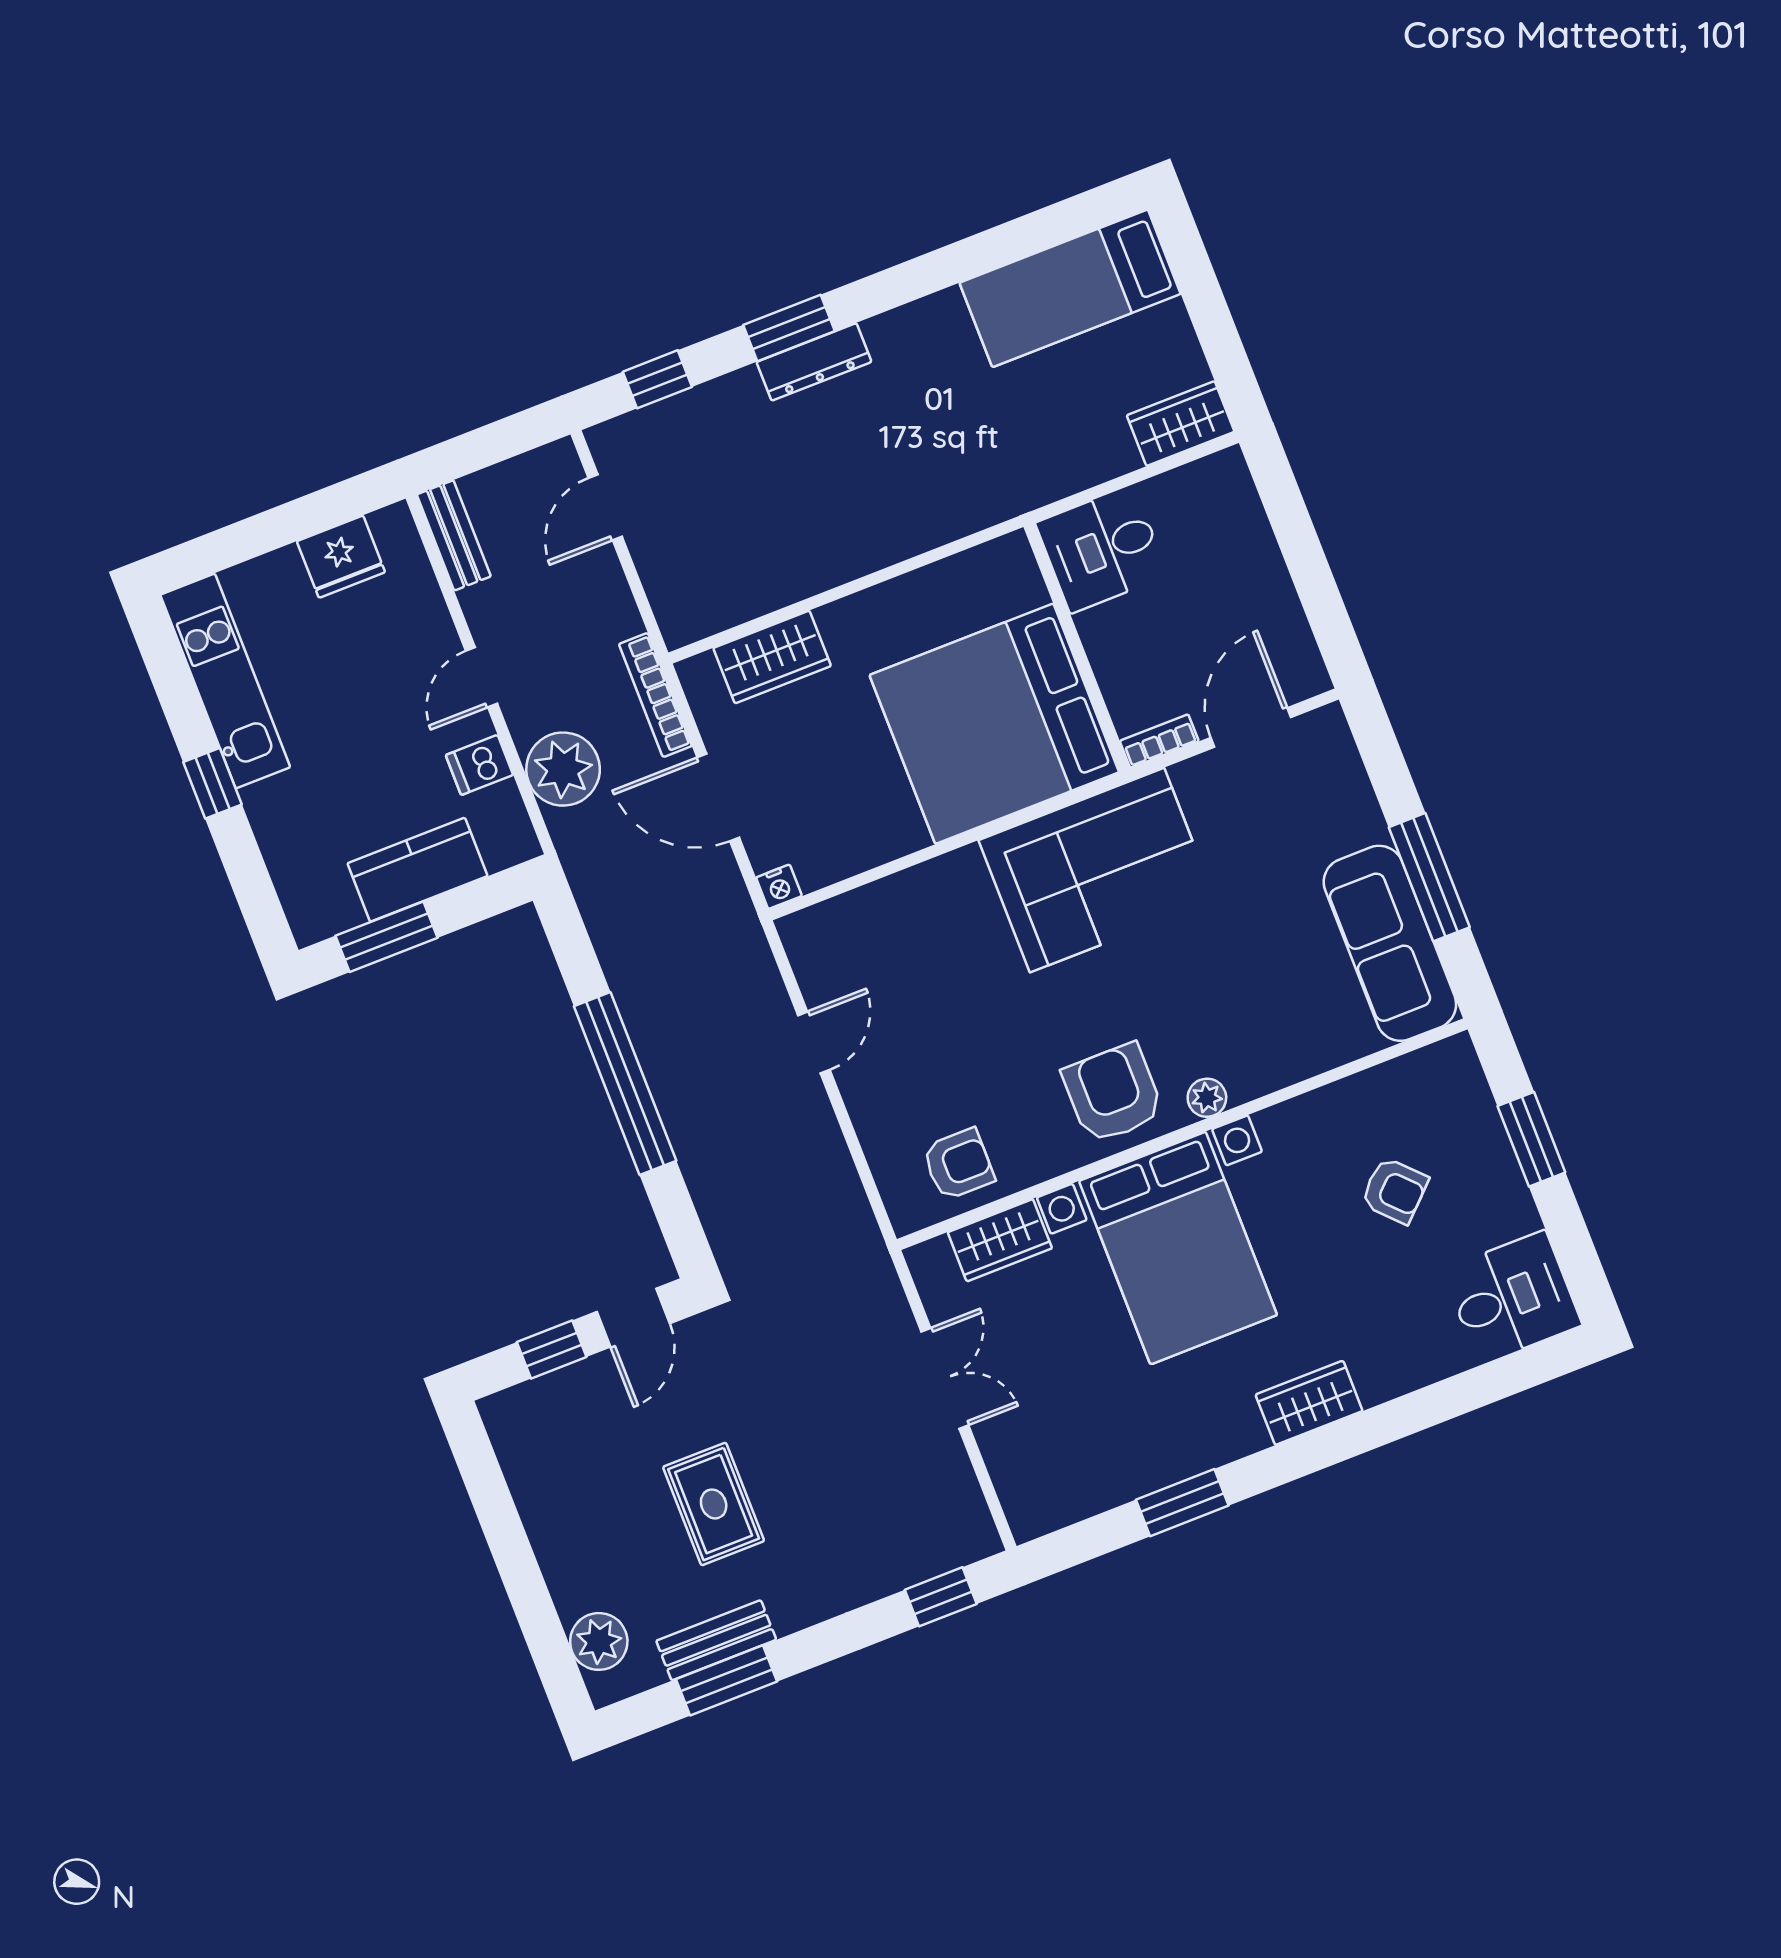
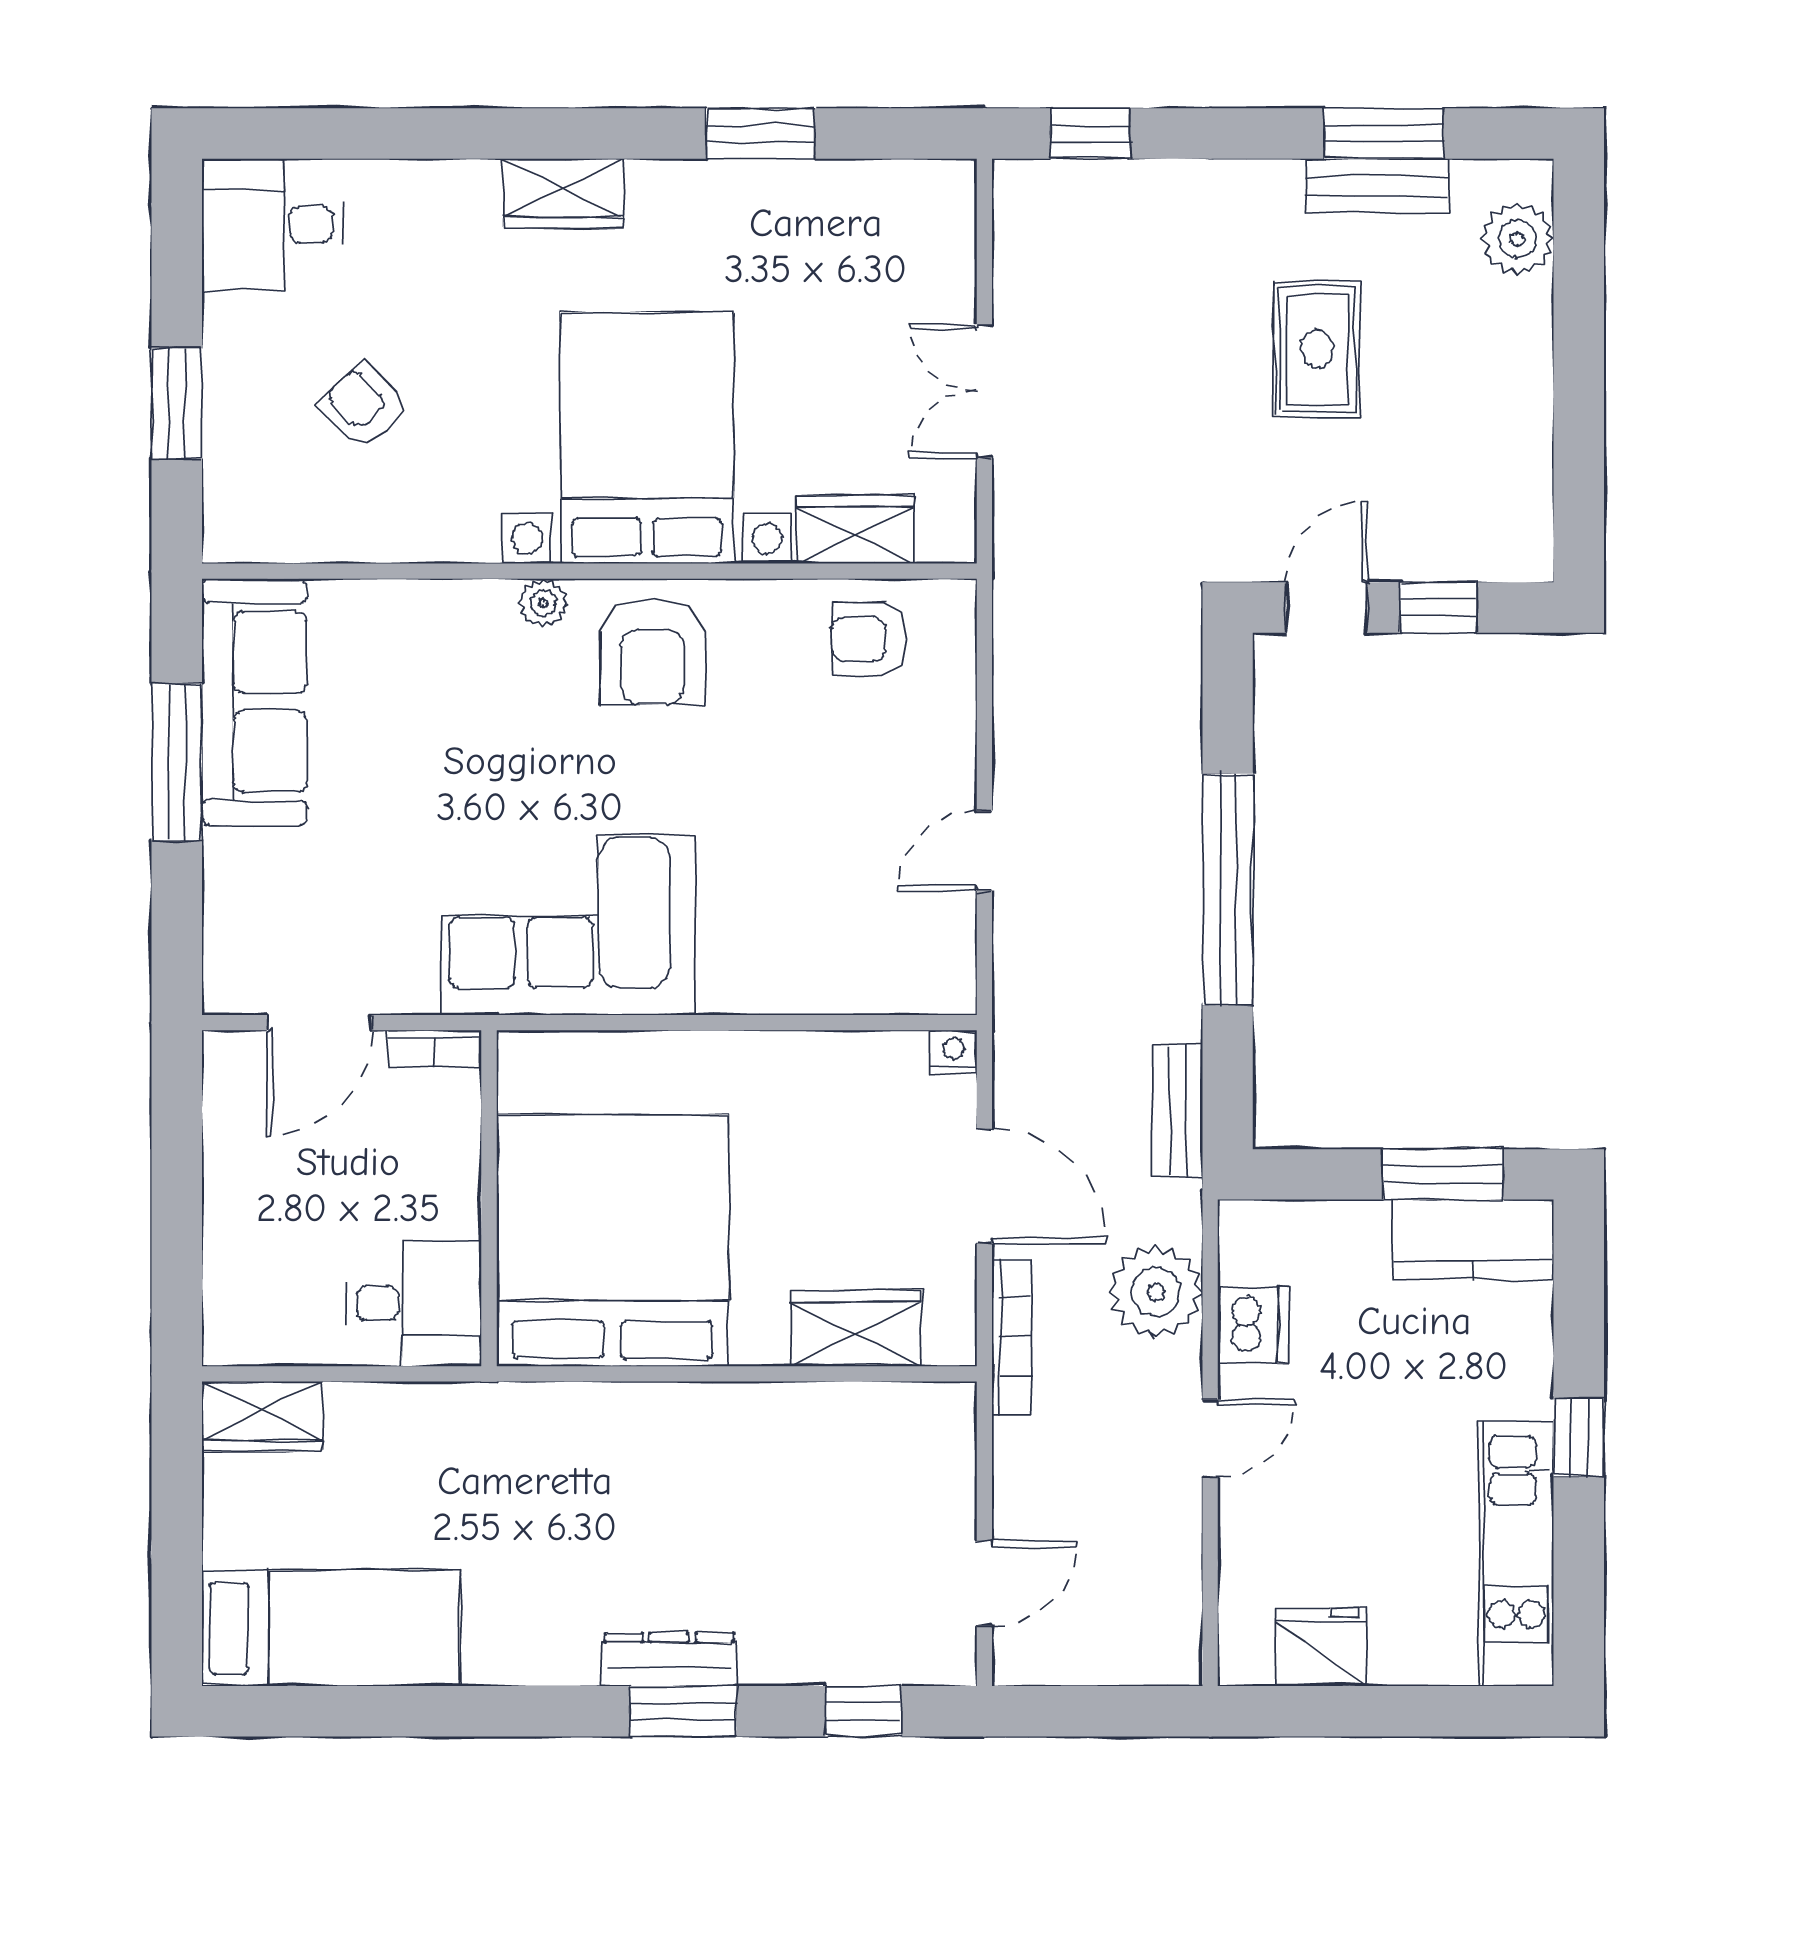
bench: (454, 535) -> (1177, 1111), moved
bed: (994, 724) -> (612, 1240), moved, turned -90
dishwasher: (479, 765) -> (1253, 1325), width x1.38
kitchen counter: (418, 870) -> (1473, 1240), moved

